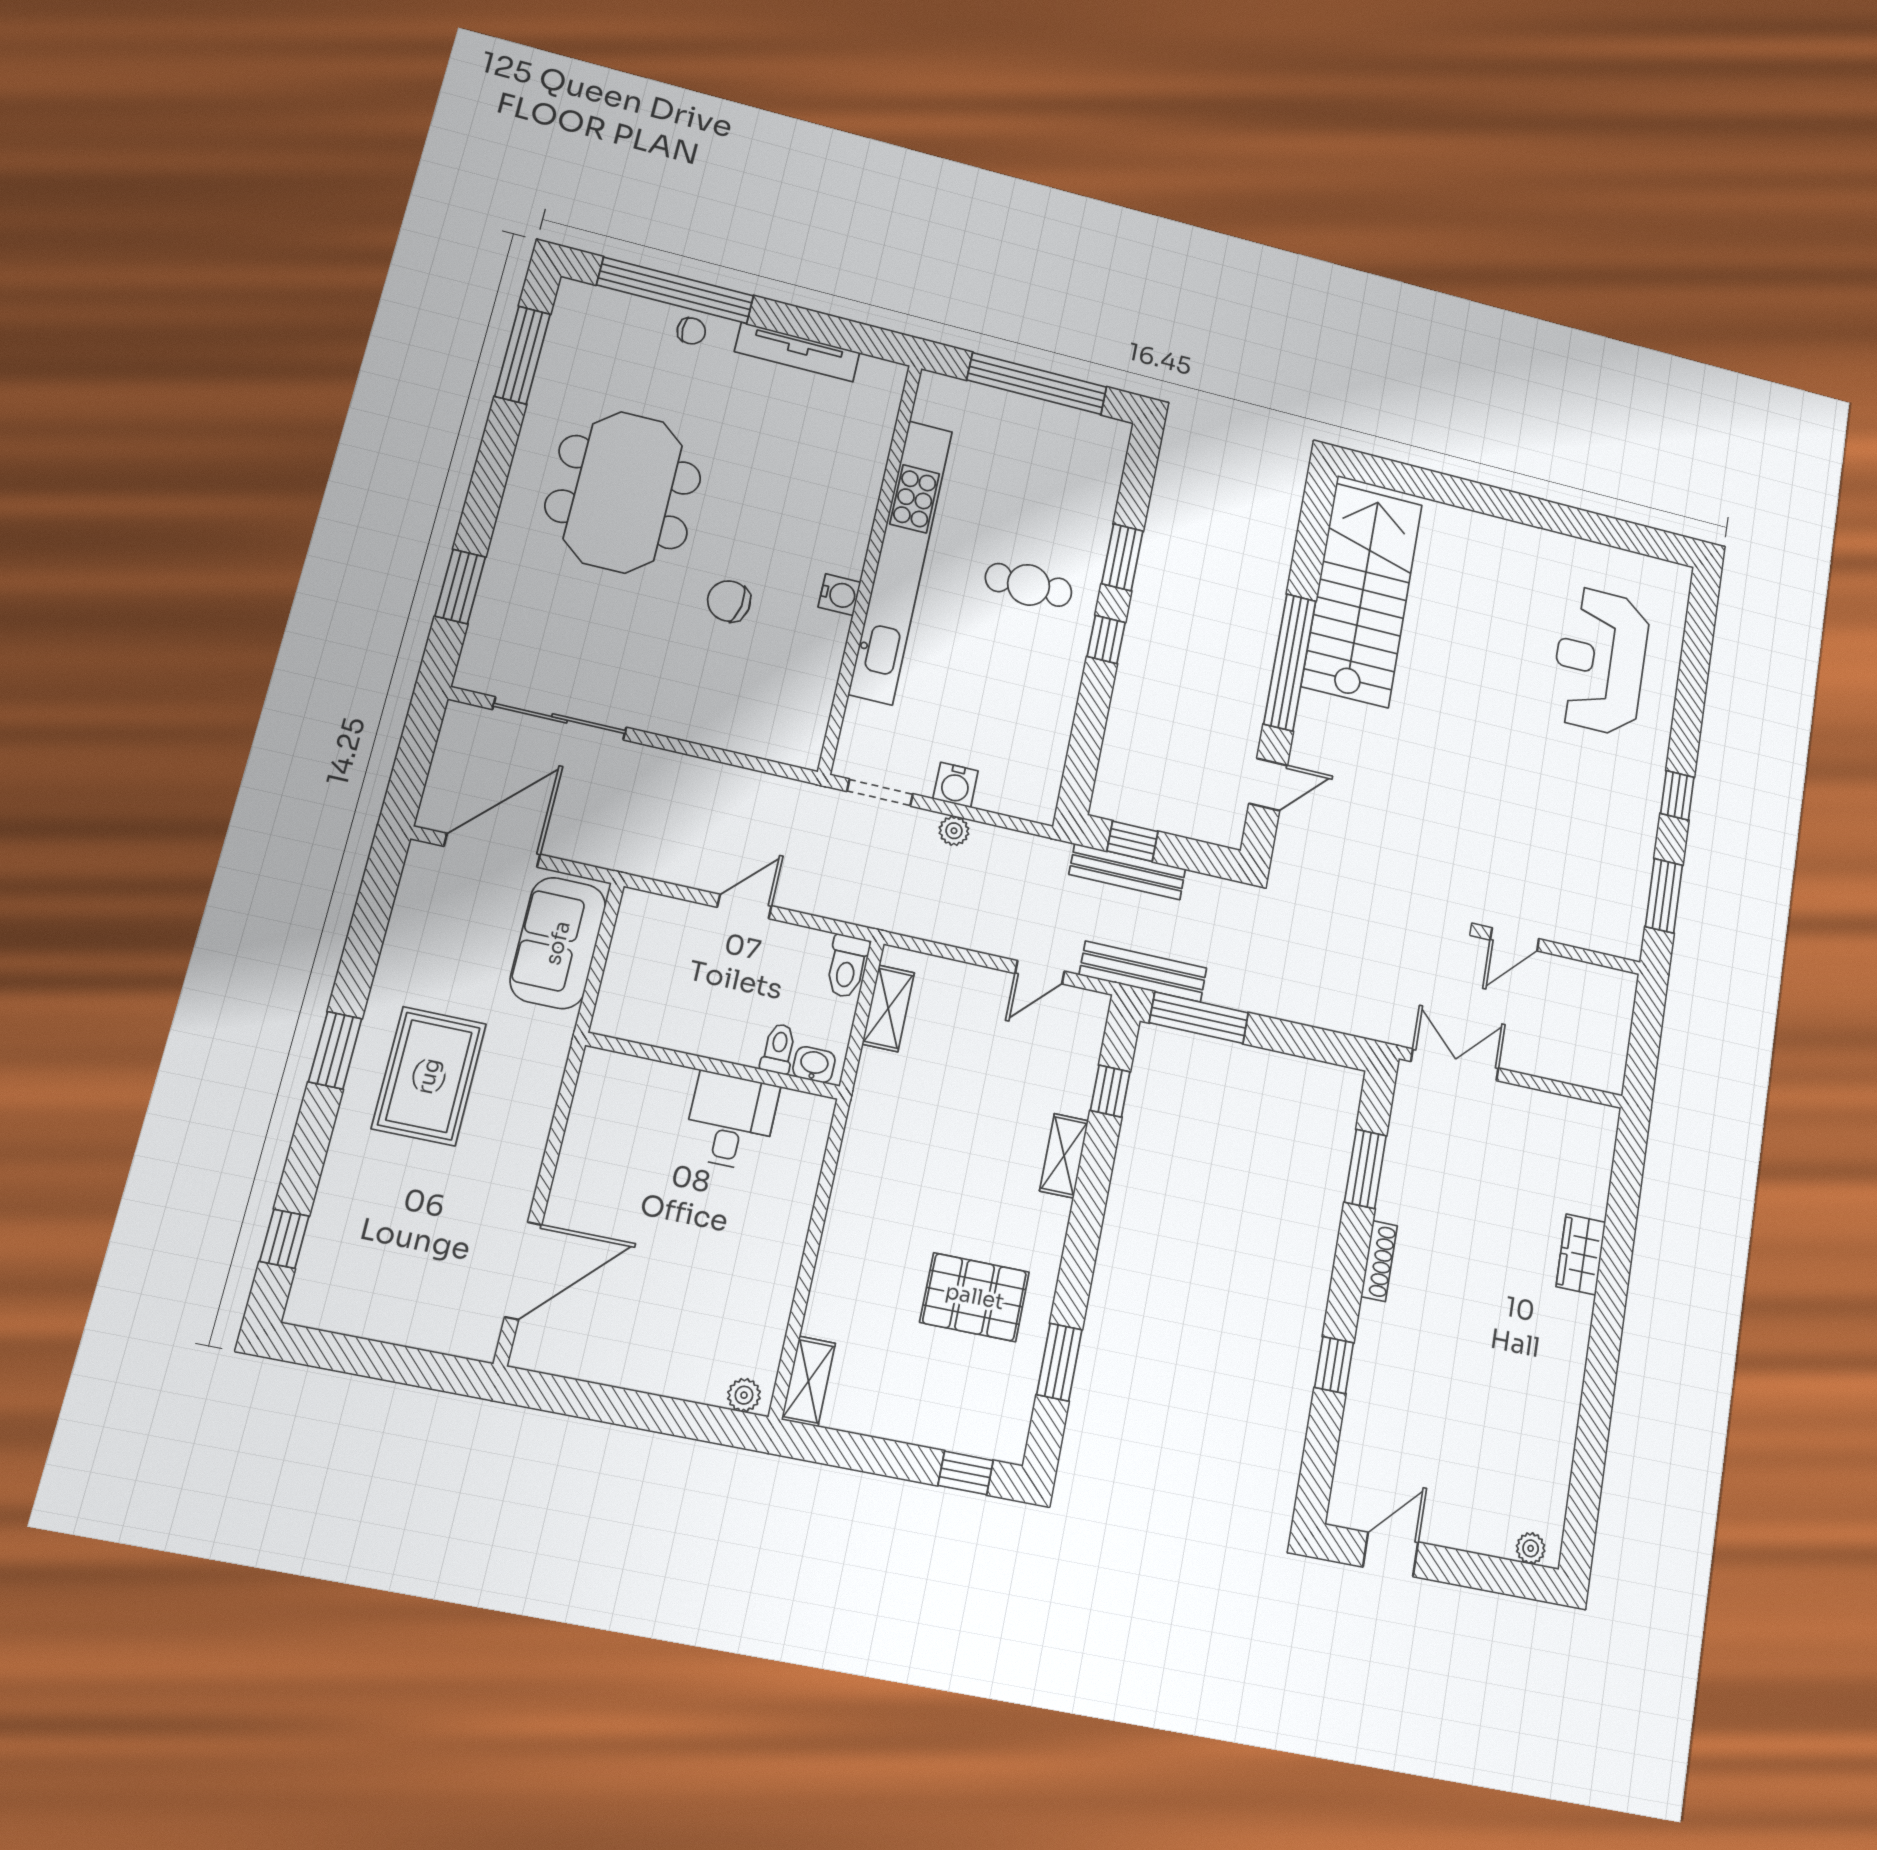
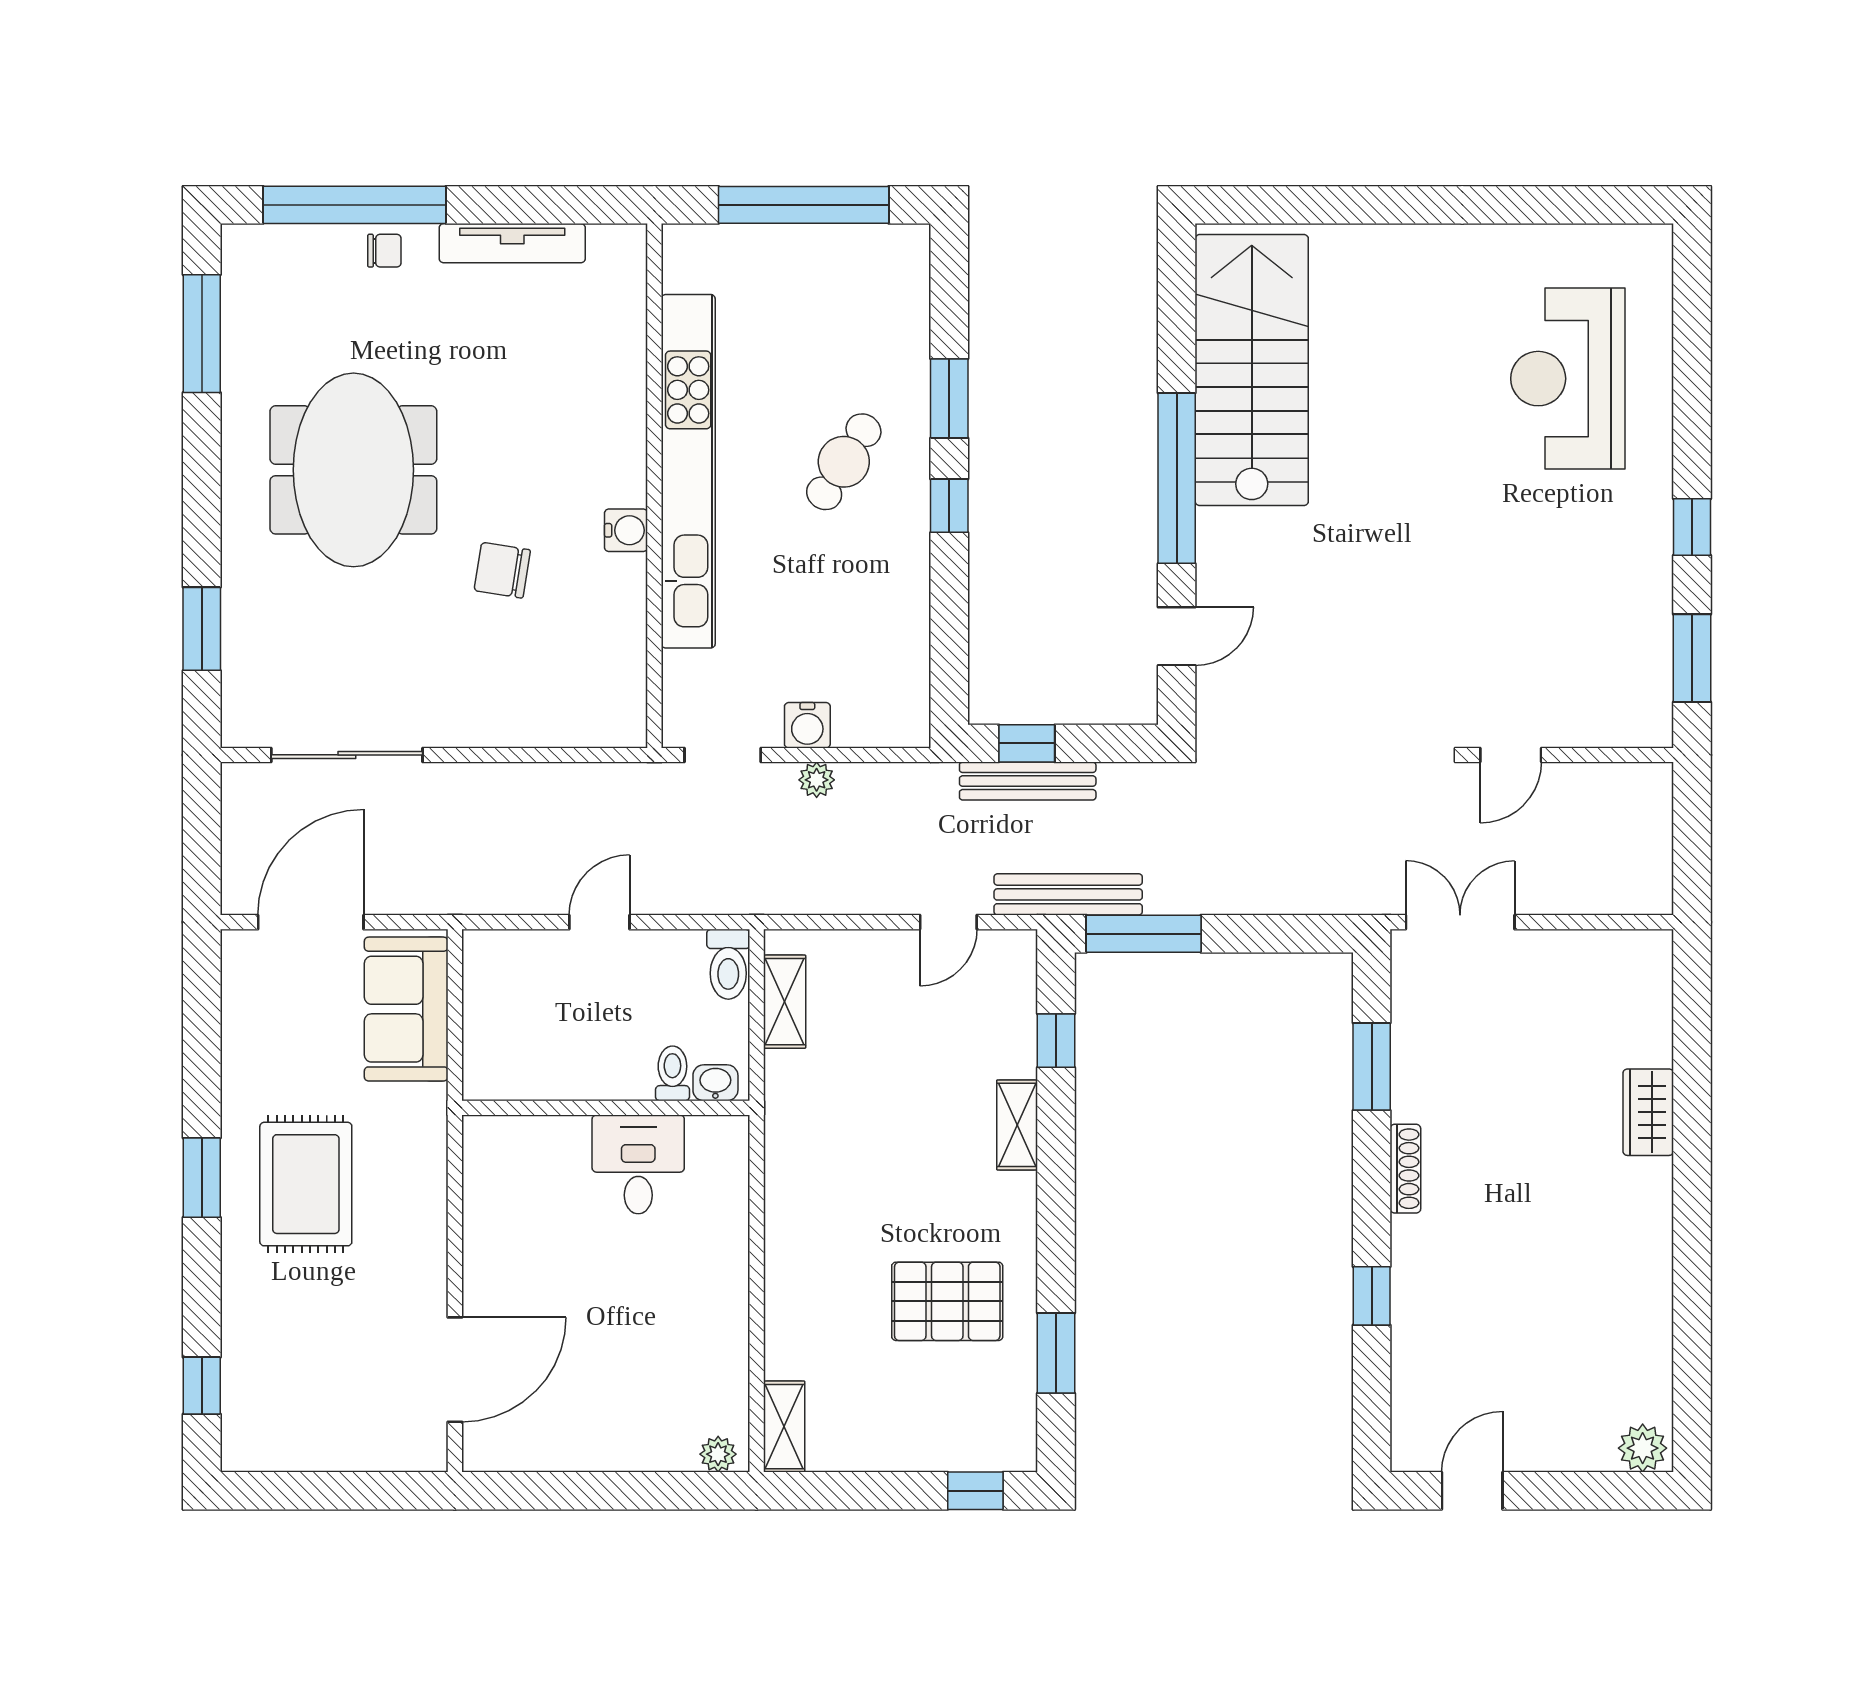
cafe table: (1029, 585) -> (844, 462), turned -58
plant: (1531, 1548) -> (1643, 1448), width x1.38, depth x1.38

